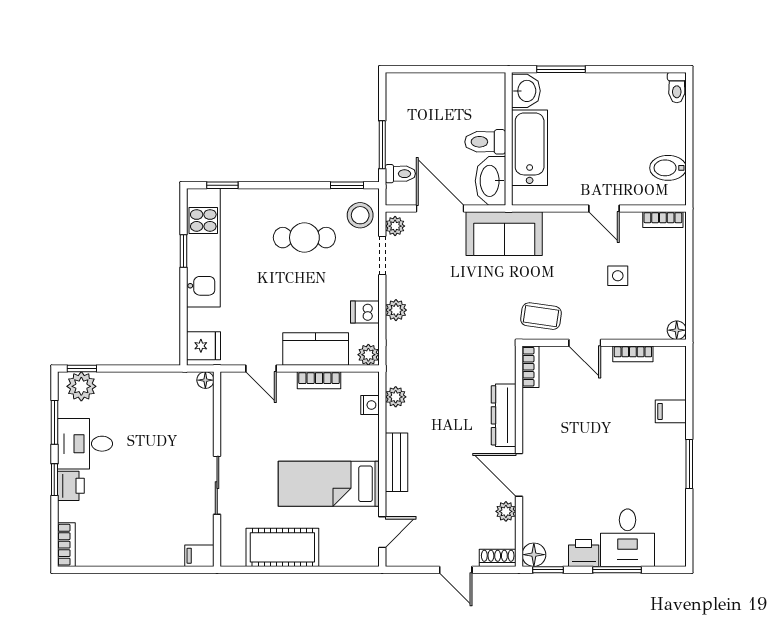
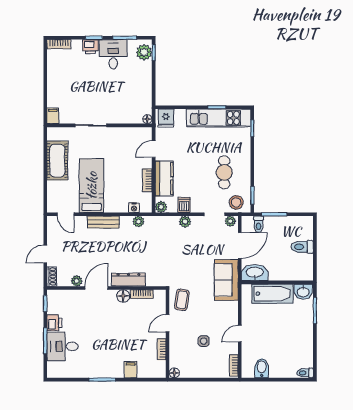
toilet: (485, 142) -> (302, 247), moved, turned -90
bookcase: (530, 367) -> (142, 294), moved
floor lamp: (534, 555) -> (123, 296), moved

